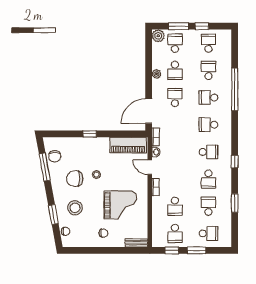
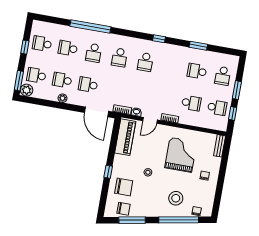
window: (178, 26) -> (19, 81), moved
school desk: (175, 70) -> (62, 80), turned 180
school desk: (208, 152) -> (145, 62), turned 180
chair: (75, 179) -> (124, 187), moved, turned -90
school desk: (208, 179) -> (171, 67), removed
window: (53, 215) -> (179, 220), width x2.11
school desk: (208, 233) -> (223, 76), turned 180

